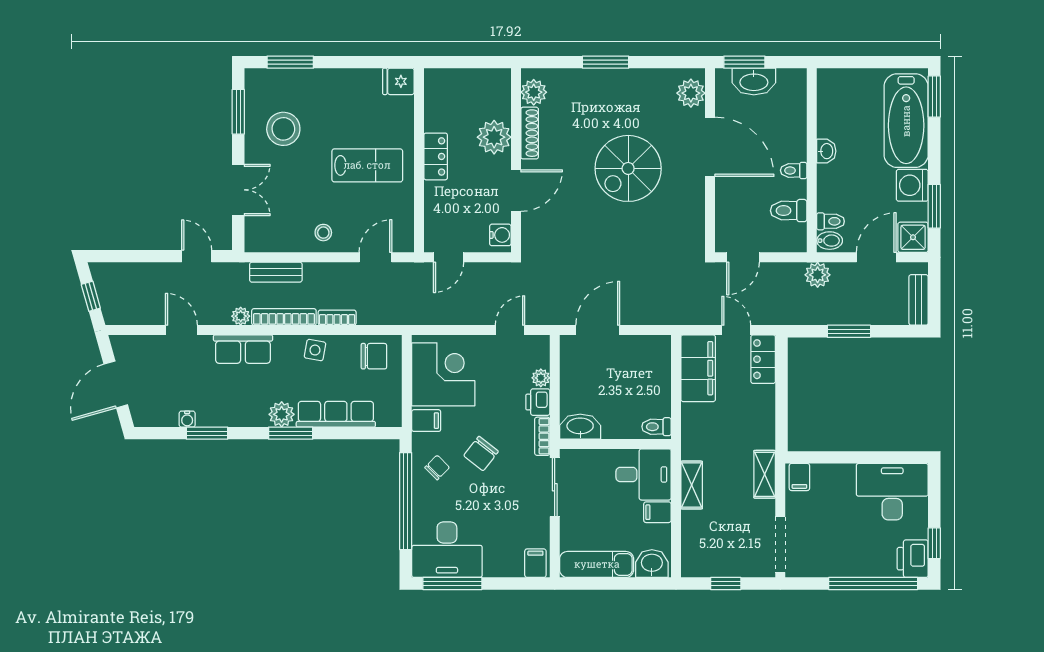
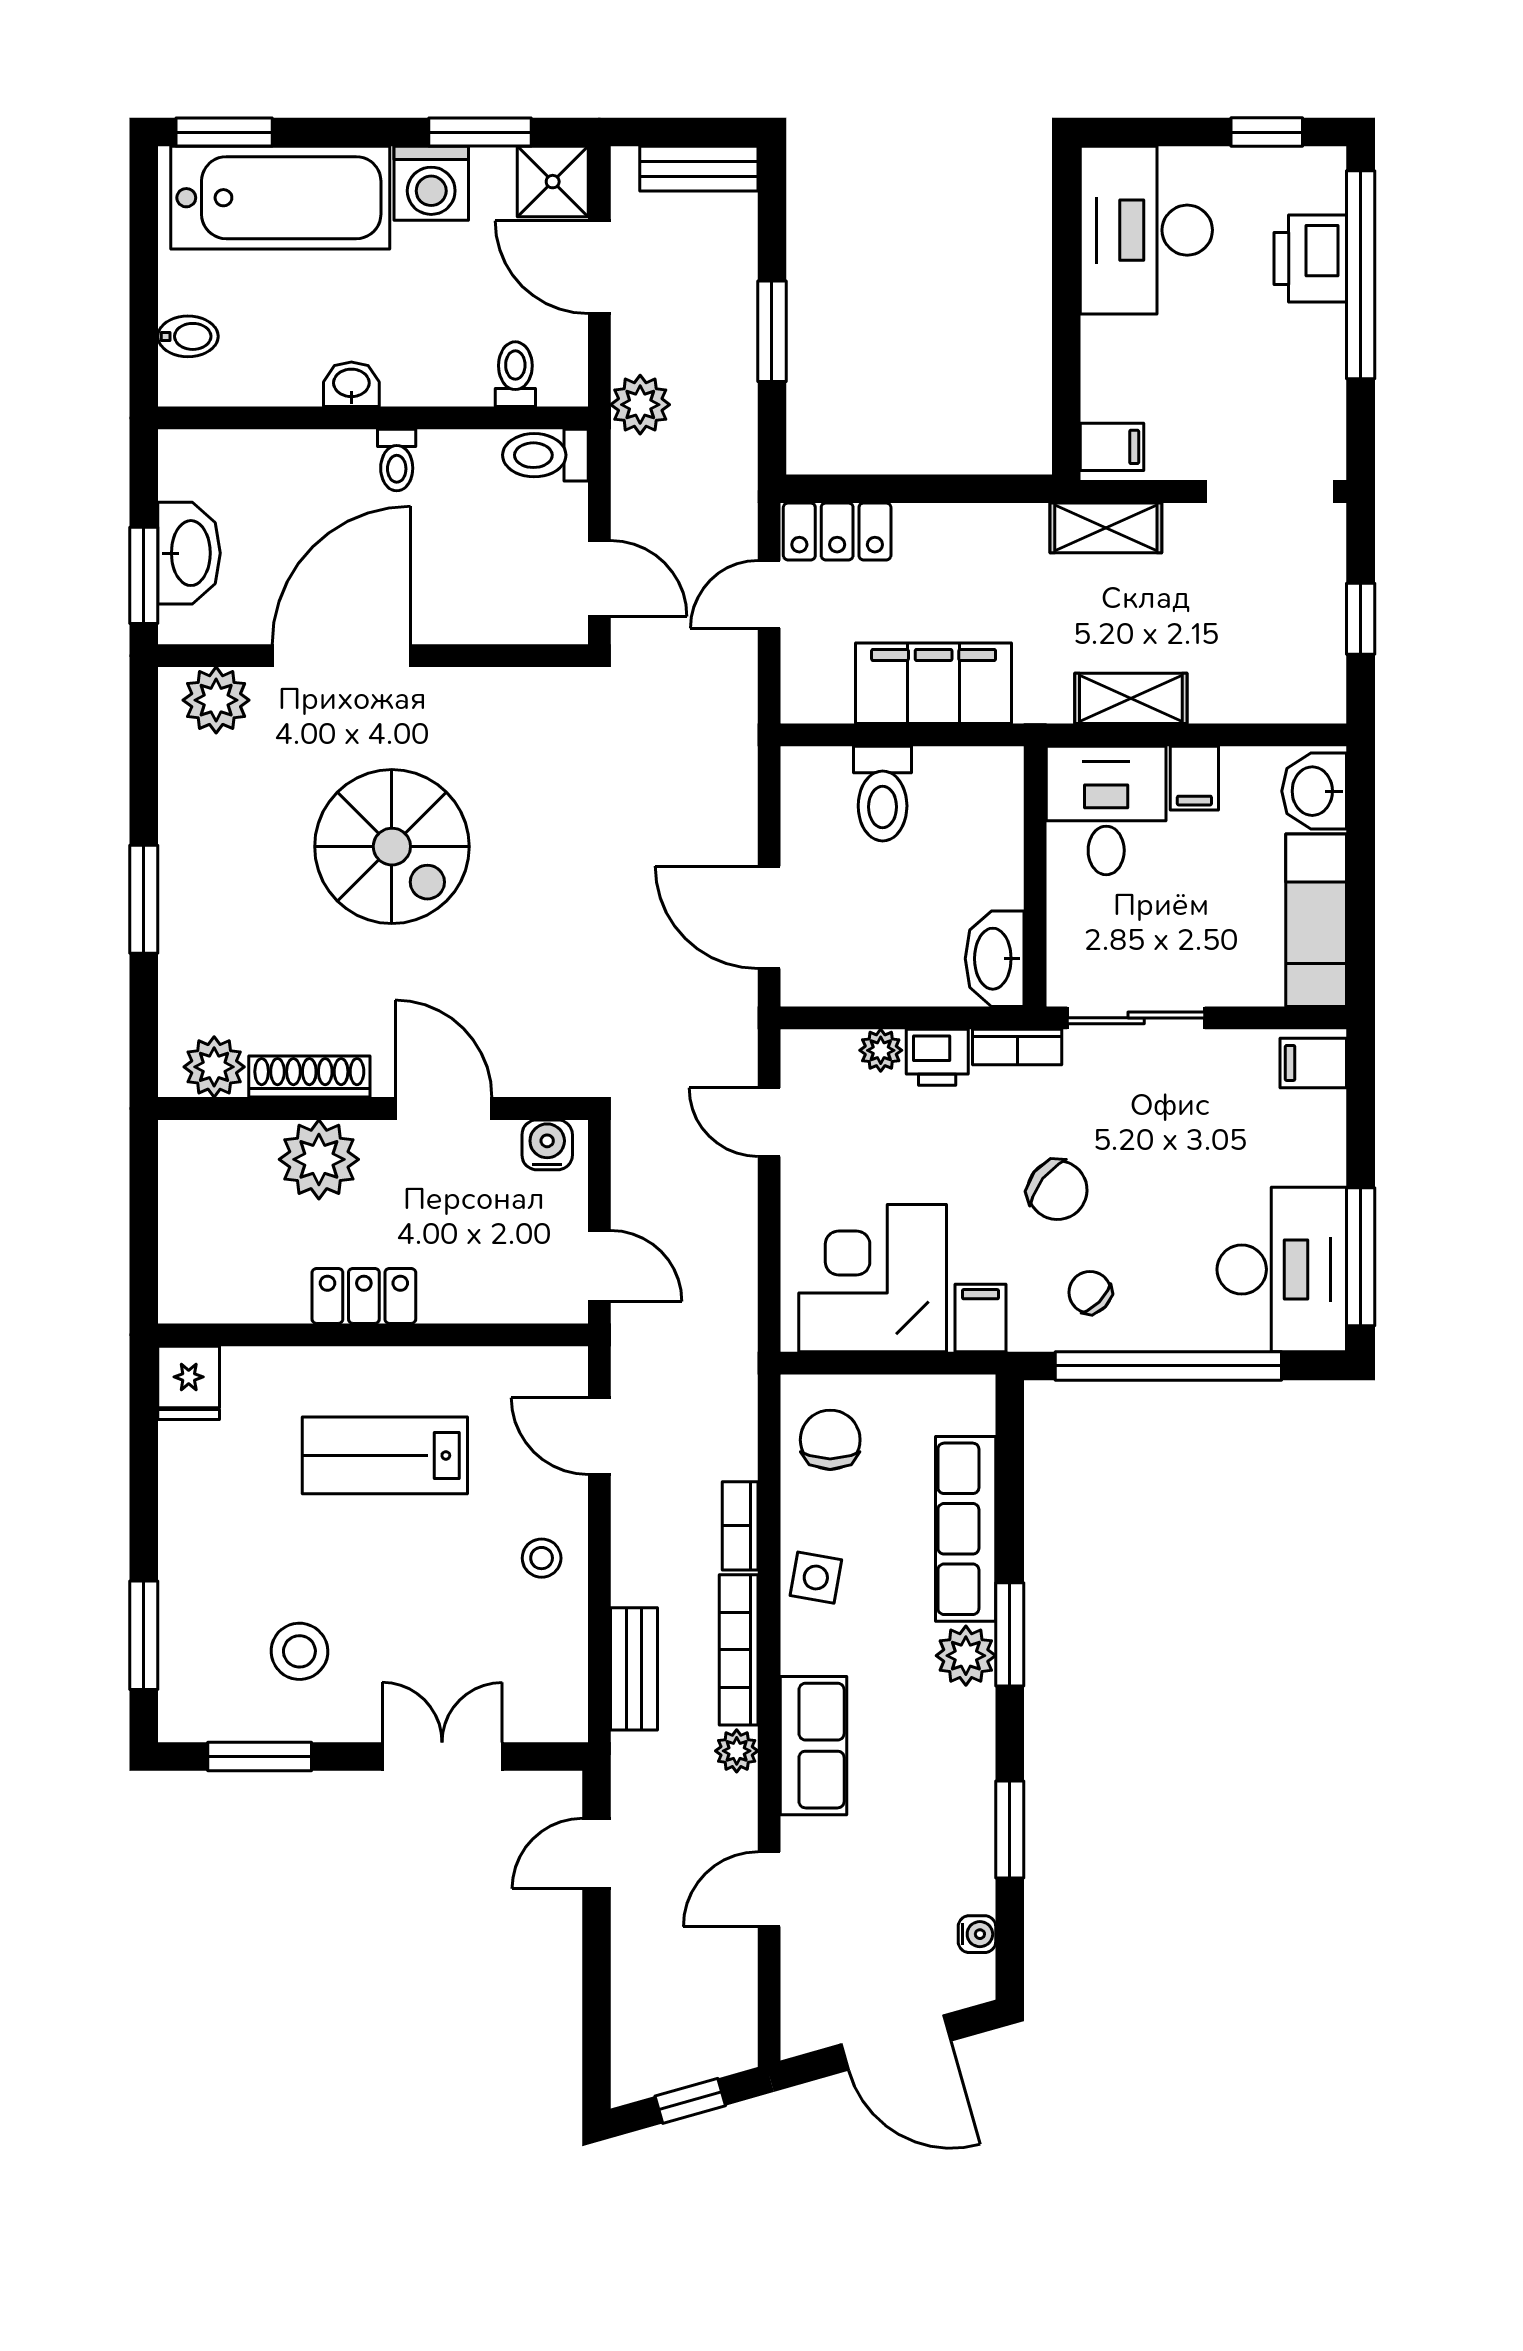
stool: (283, 129) -> (299, 1651), width x0.73, depth x0.73
lab bench: (367, 165) -> (385, 1455), turned -90
toilet: (789, 211) -> (545, 455), moved, turned 90
bidet: (830, 241) -> (188, 336), moved, turned 90
filing cabinet: (698, 368) -> (934, 683), moved
water cooler: (187, 419) -> (977, 1934), moved
toilet: (656, 427) -> (883, 794), moved, width x1.37, depth x1.39
printer: (913, 559) -> (1310, 258), moved, turned 90

